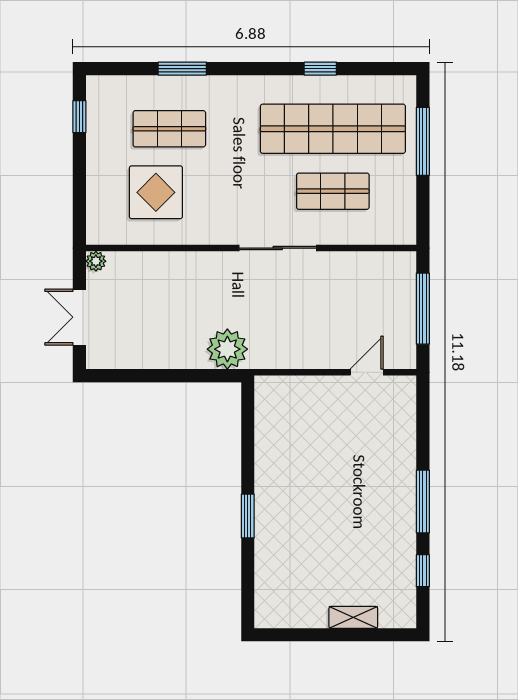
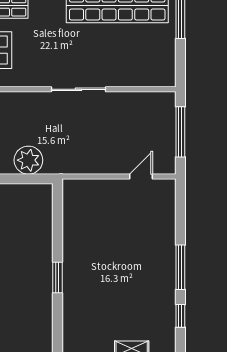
shop shelf: (333, 191) -> (117, 49), removed
plant: (227, 349) -> (28, 160), moved

